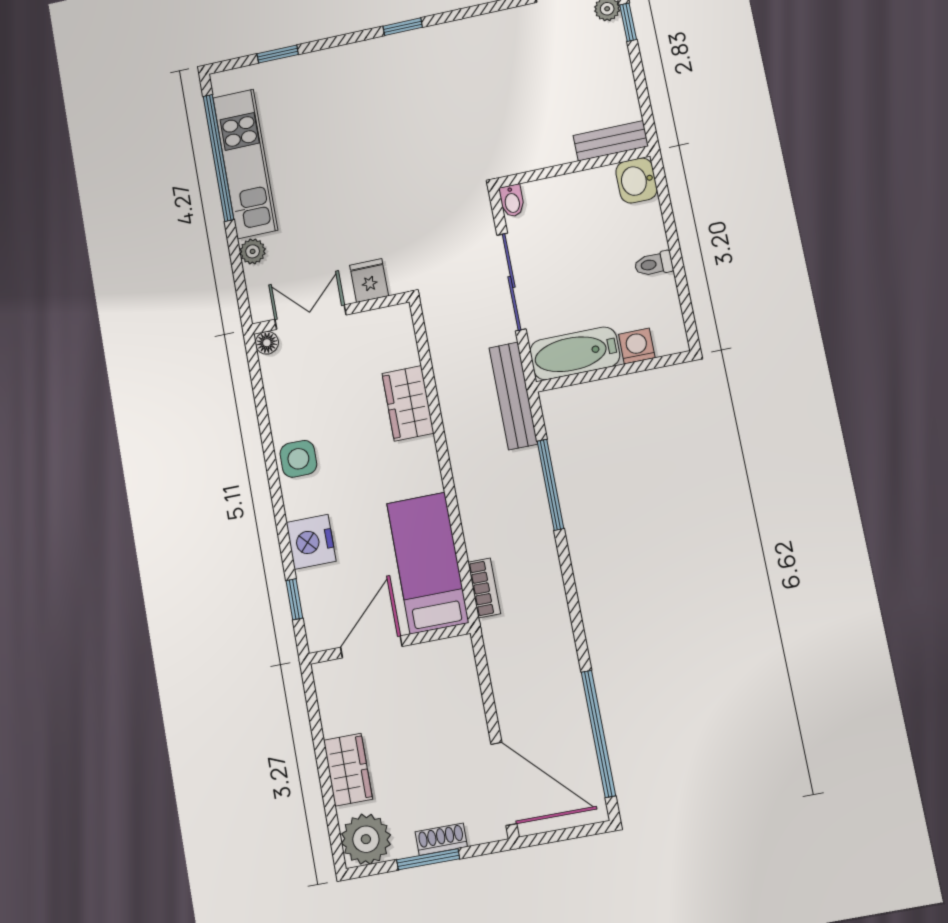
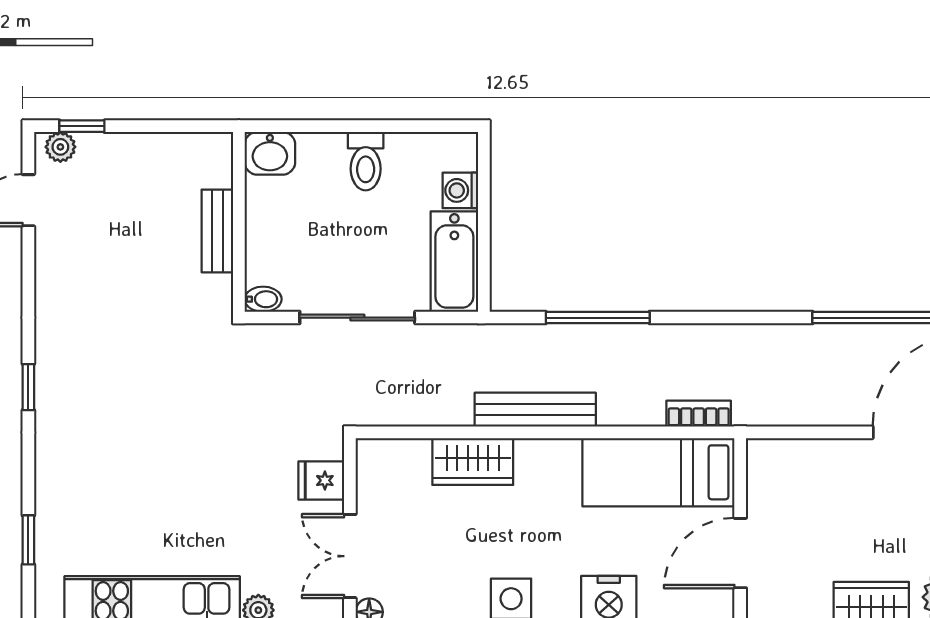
bench: (611, 141) -> (217, 231), moved
toilet: (654, 264) -> (366, 161), width x1.37, depth x1.39
bench: (513, 396) -> (535, 410), moved
door: (371, 647) -> (740, 553), hinge flipped

